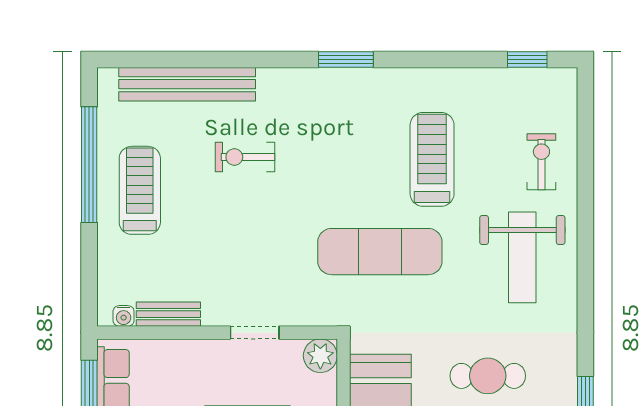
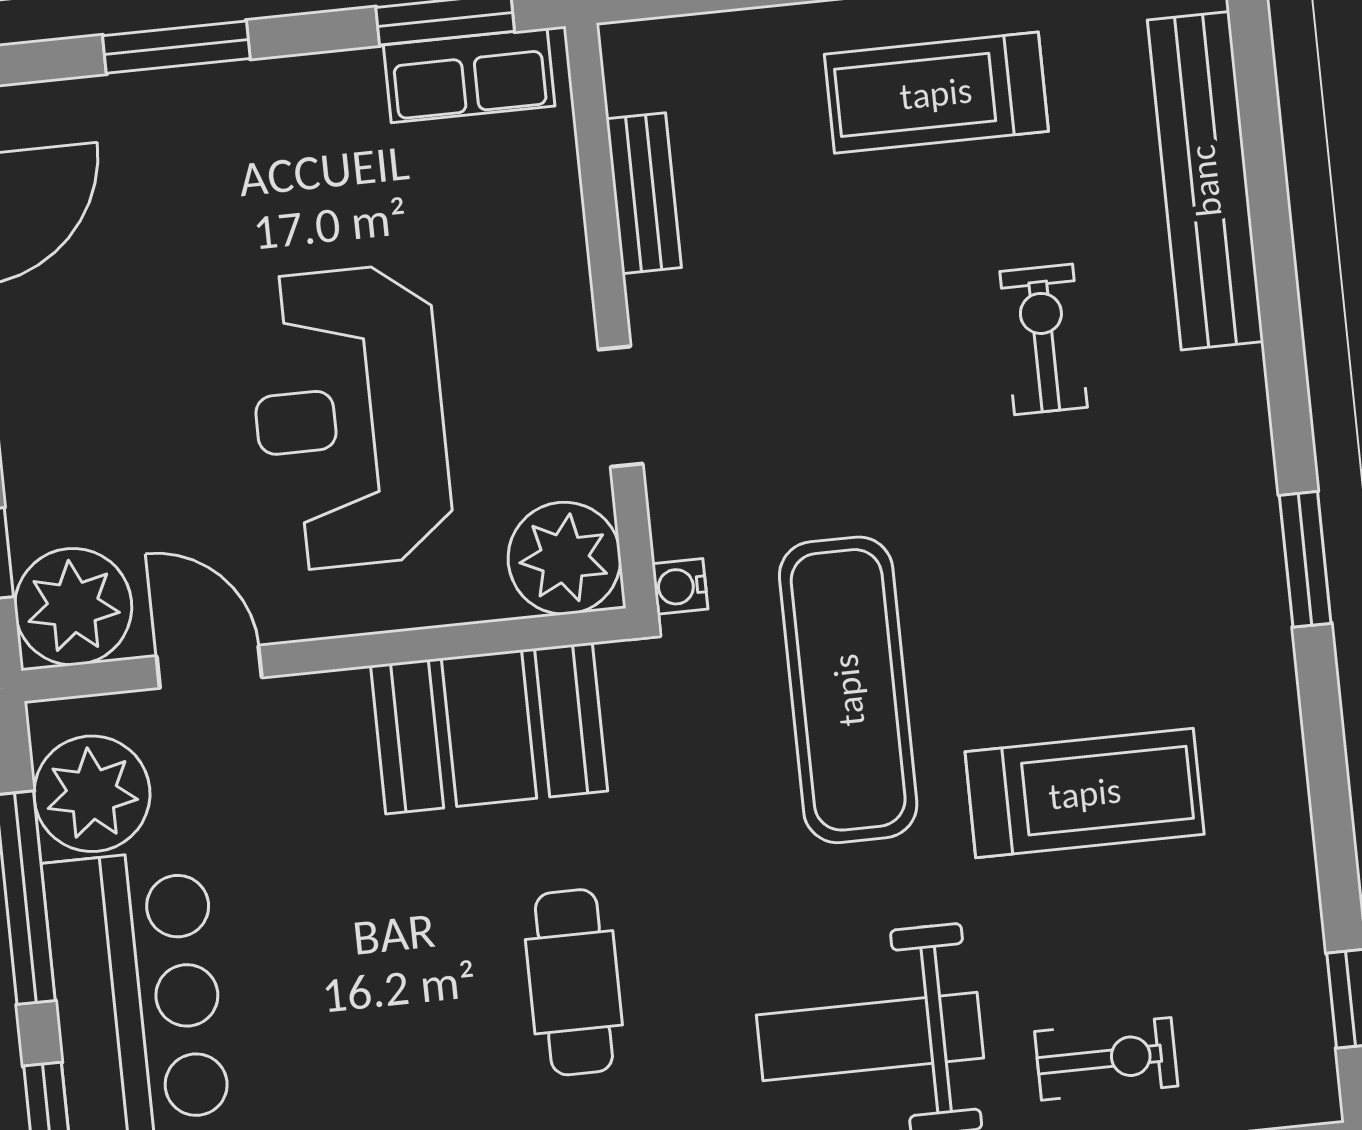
treadmill: (140, 190) -> (936, 93), turned 180
water cooler: (124, 316) -> (680, 586), moved
plant: (320, 356) -> (564, 558), width x1.36, depth x1.36

